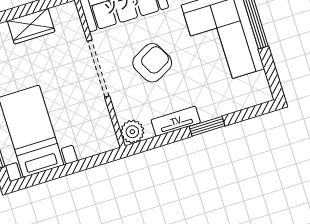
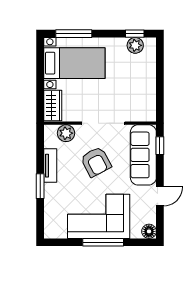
wardrobe: (31, 26) -> (53, 105), moved, turned 180
plant: (132, 132) -> (66, 133), moved

